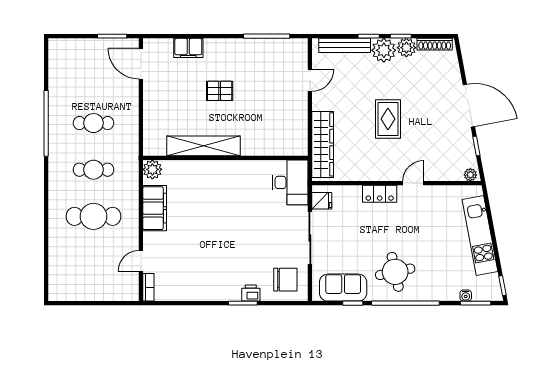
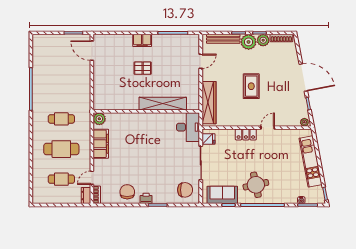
filing cabinet: (188, 48) -> (142, 40), moved
cafe table: (94, 123) -> (61, 179), moved
shelving: (204, 146) -> (163, 104), moved
chair: (196, 283) -> (127, 192), added
dresser: (132, 289) -> (86, 196), added
printer: (251, 293) -> (146, 198), moved

